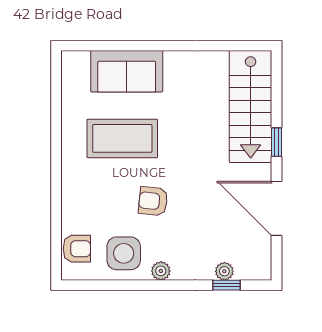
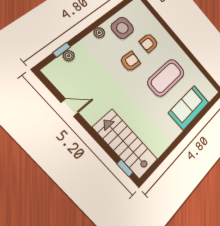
window: (277, 142) -> (125, 168), moved
door: (277, 208) -> (70, 108), width x0.53
armchair: (77, 249) -> (149, 43), moved

